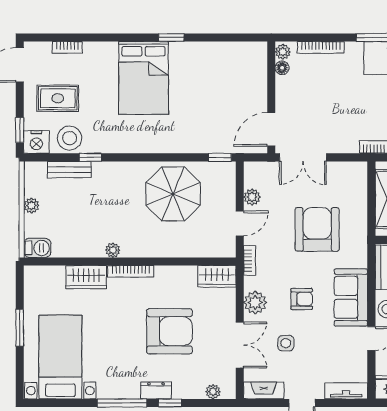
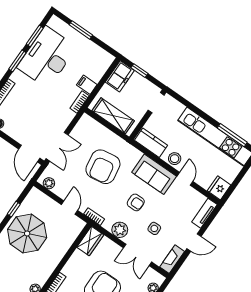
window: (220, 157) -> (14, 209), moved
plant: (252, 197) -> (49, 183), moved
armchair: (317, 229) -> (103, 167), turned -99
armchair: (302, 299) -> (136, 202), turned 90
double door: (240, 345) -> (137, 255), swing flipped

